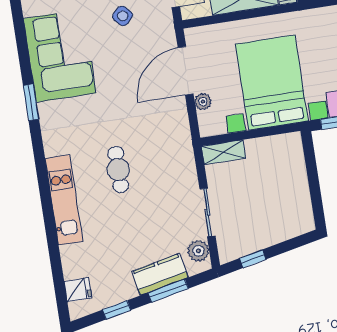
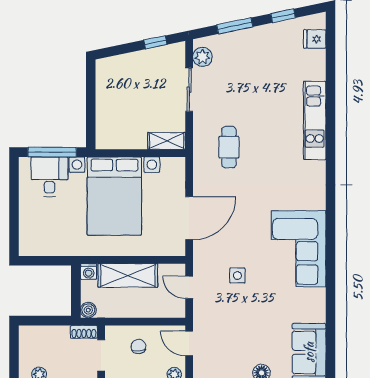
side table: (123, 16) -> (237, 276), turned 45
window: (31, 102) -> (330, 212), removed
plant: (203, 102) -> (178, 189), removed
cafe table: (118, 170) -> (229, 147), moved
kitchen counter: (160, 274) -> (240, 41), removed

